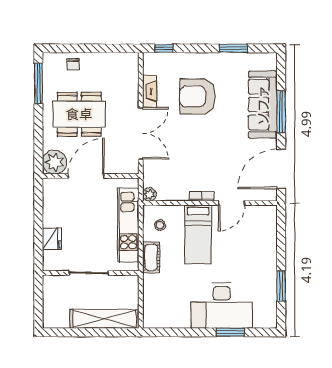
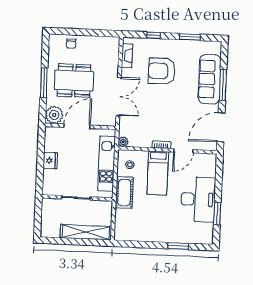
window: (164, 48) -> (153, 35), moved
window: (38, 84) -> (44, 83), moved
fireplace: (150, 91) -> (127, 56), moved
fridge: (52, 239) -> (50, 161), moved
cot: (151, 257) -> (124, 193), width x1.37, depth x1.34
desk: (222, 306) -> (198, 199), moved, turned -90

